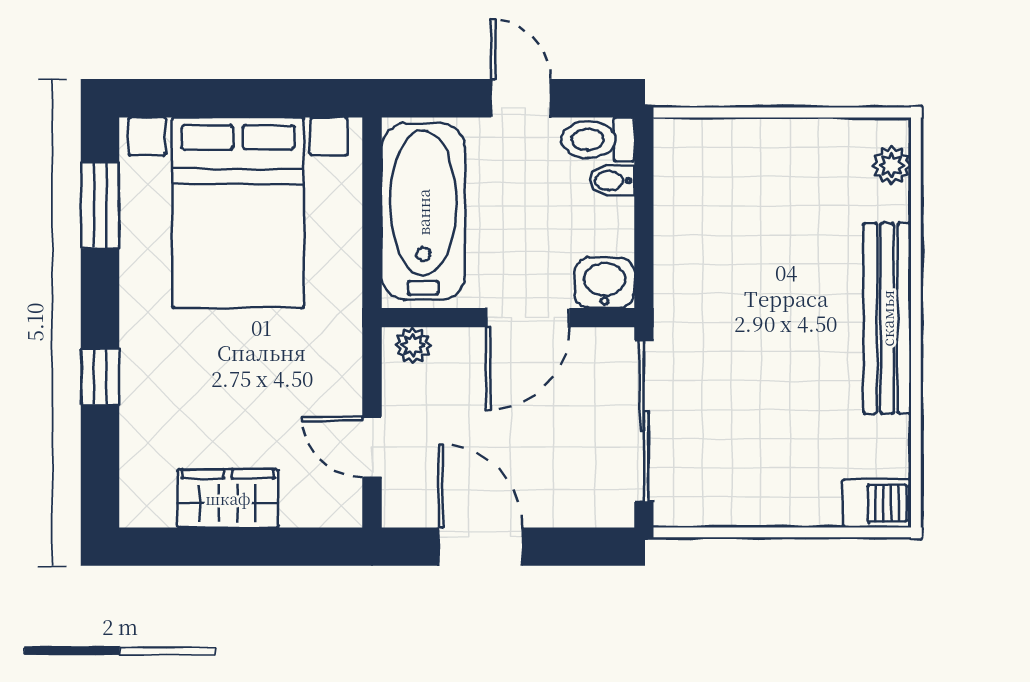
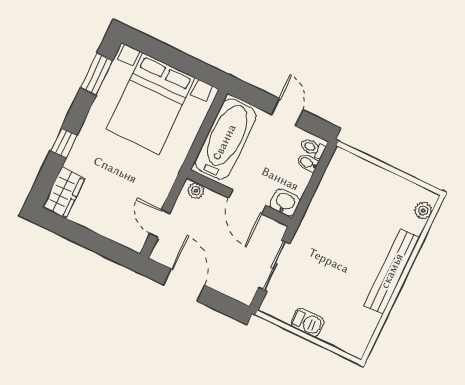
toilet: (598, 139) -> (313, 148), width x0.73, depth x0.72
door: (528, 318) -> (247, 202), hinge flipped
sliding door: (644, 421) -> (274, 266), width x0.73
wardrobe: (228, 498) -> (64, 193), moved, turned 90
barbecue: (877, 503) -> (308, 323), moved

